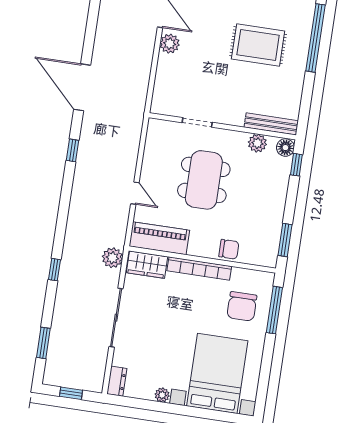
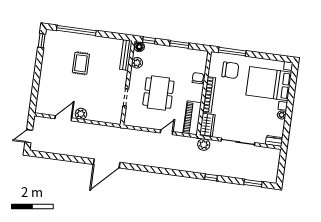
rug: (258, 45) -> (81, 63), width x0.73, depth x0.70
window: (73, 150) -> (143, 168), removed
dining table: (204, 180) -> (158, 93), turned 90
window: (285, 240) -> (179, 44), moved
window: (71, 393) -> (281, 167), removed

